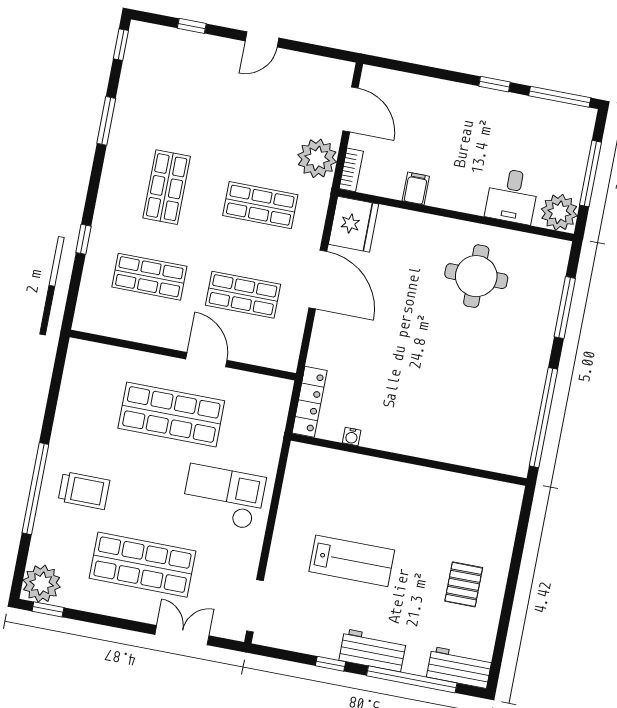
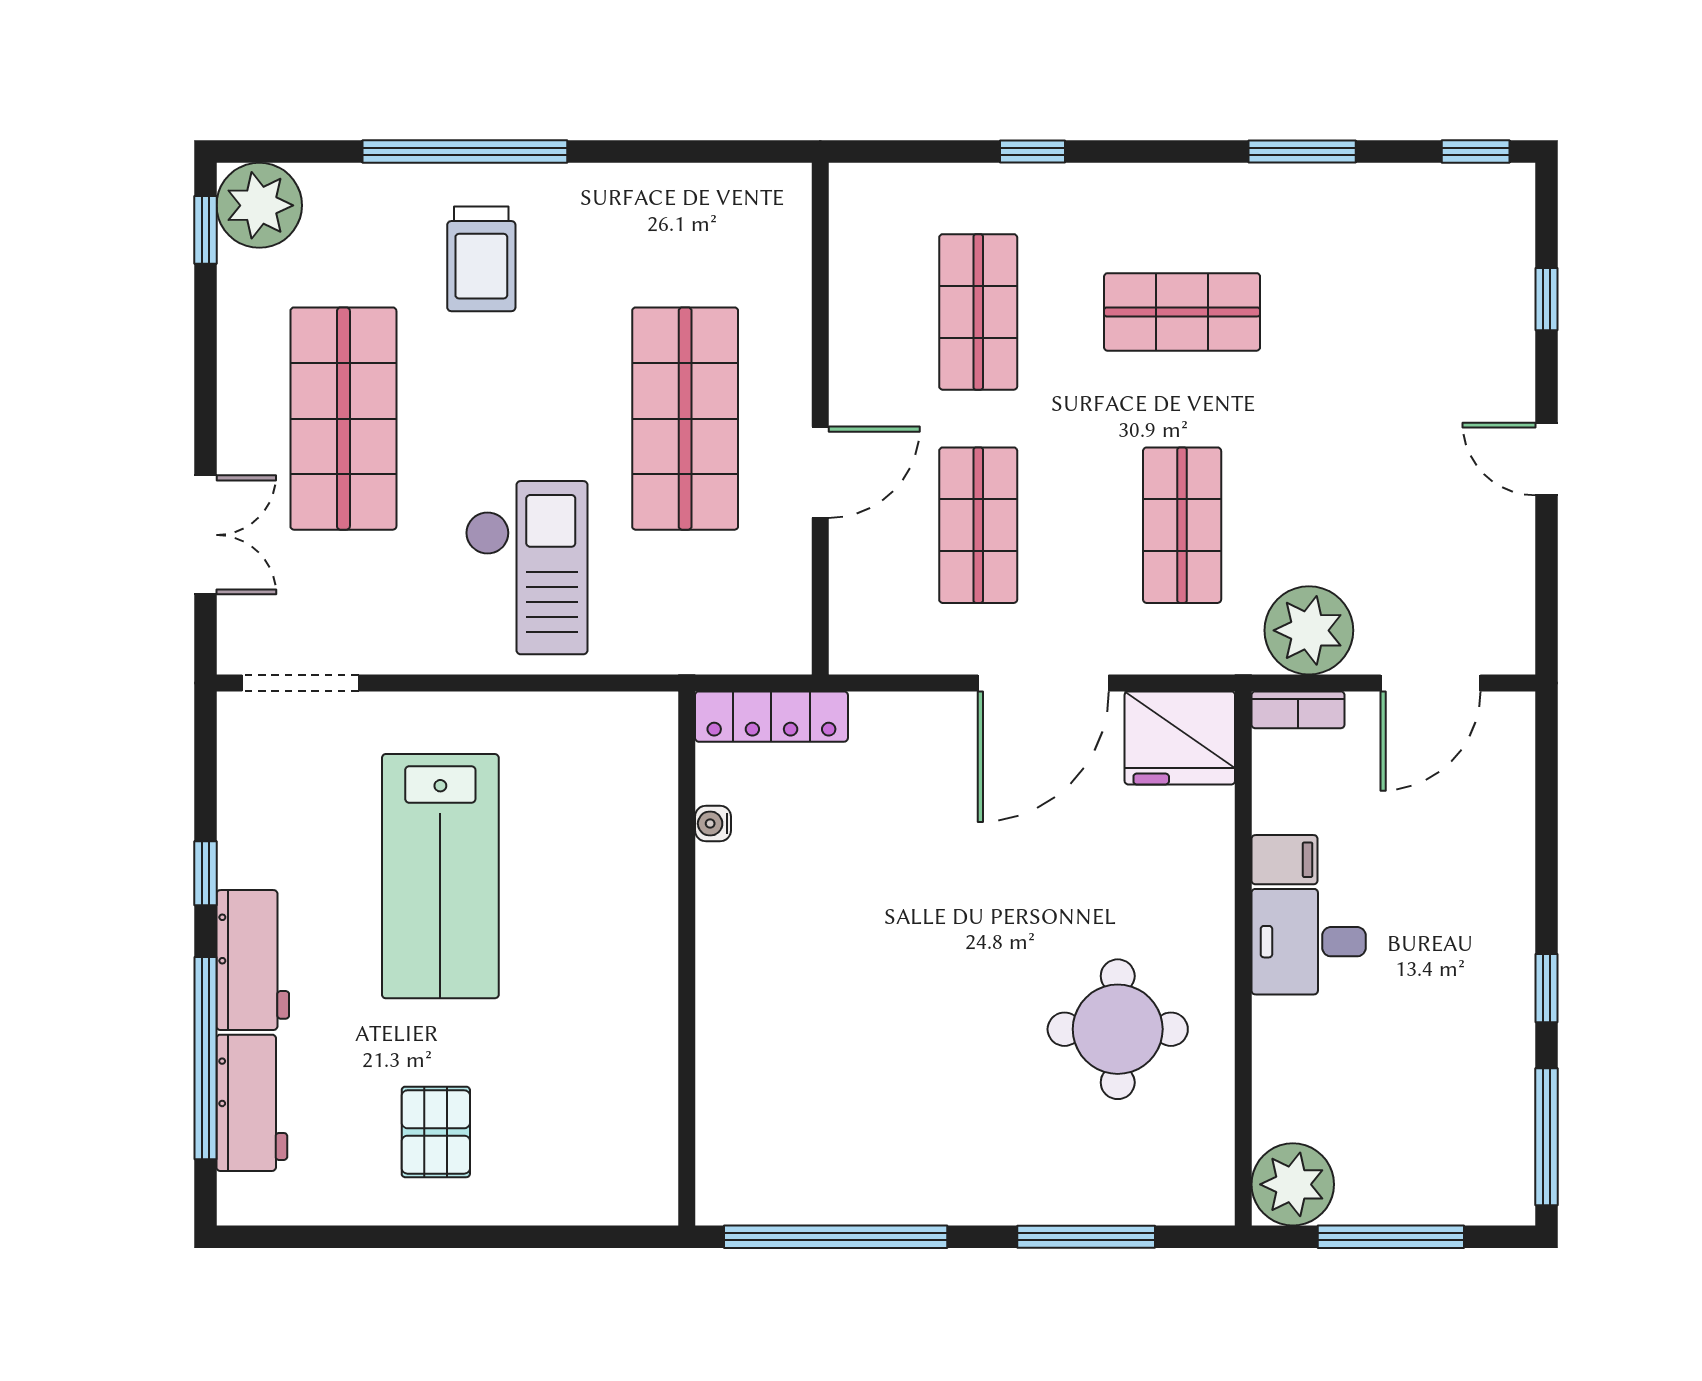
desk: (512, 196) -> (1309, 942), moved
lab bench: (352, 561) -> (440, 876), width x1.36, depth x1.39
pallet: (464, 584) -> (436, 1132), turned 90
workbench: (459, 667) -> (252, 1103), moved

